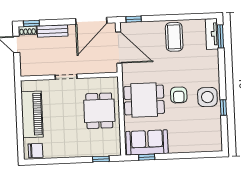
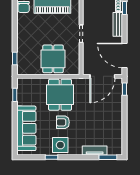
tv unit: (212, 34) -> (95, 151), moved
coffee table: (174, 37) -> (109, 121), removed
dining table: (99, 111) -> (53, 59), turned 90
sofa: (147, 142) -> (26, 128), moved, width x1.36

